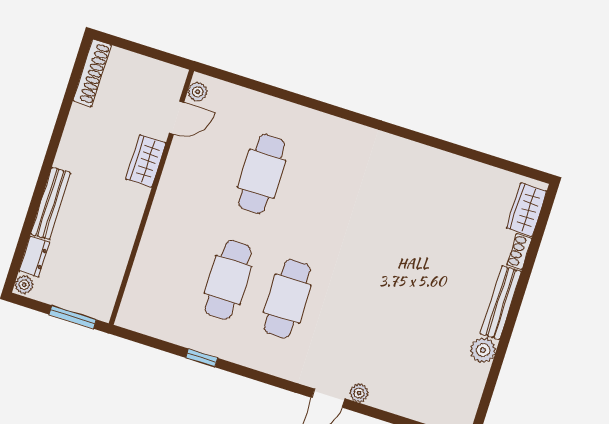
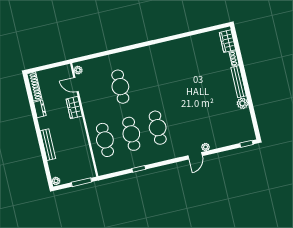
door: (177, 118) -> (76, 85), swing flipped
dresser: (34, 257) -> (40, 109), moved
cafe table: (169, 261) -> (105, 140), added

